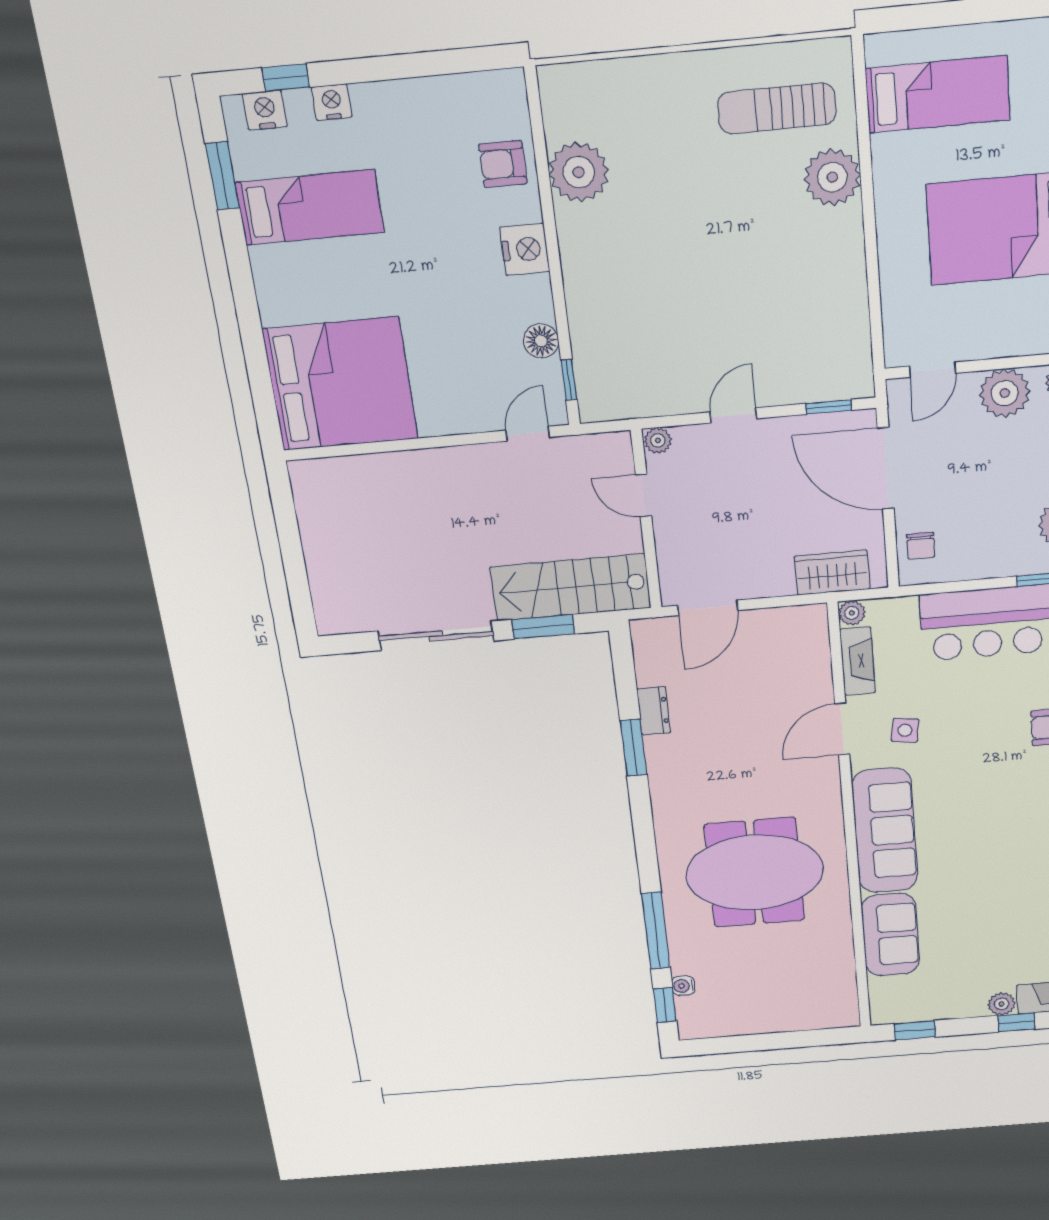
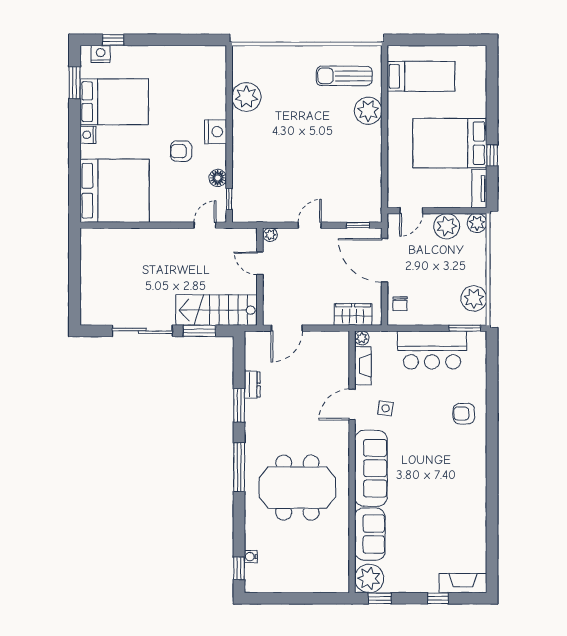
nightstand: (332, 102) -> (88, 135), moved, turned -90
armchair: (503, 164) -> (181, 151), moved
bed: (310, 207) -> (114, 102), width x1.50
window: (656, 931) -> (239, 467), moved
plant: (1002, 1004) -> (369, 578), moved, width x1.88, depth x1.88

